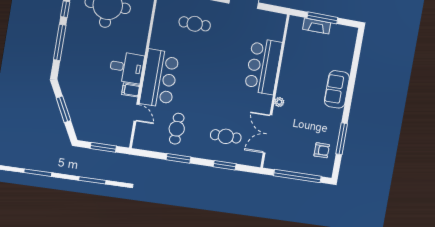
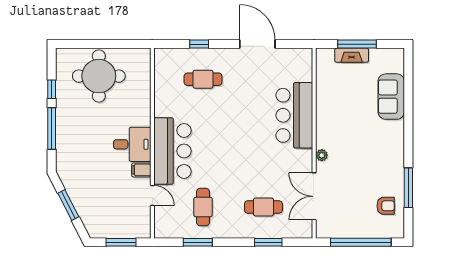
sofa: (337, 89) -> (391, 97), moved
window: (179, 158) -> (198, 242), moved

